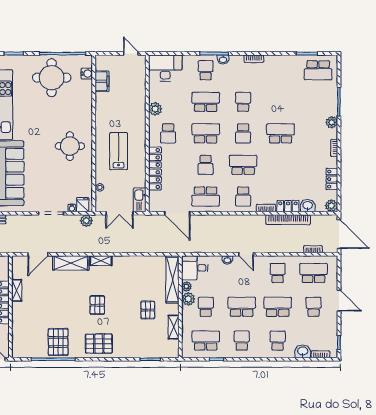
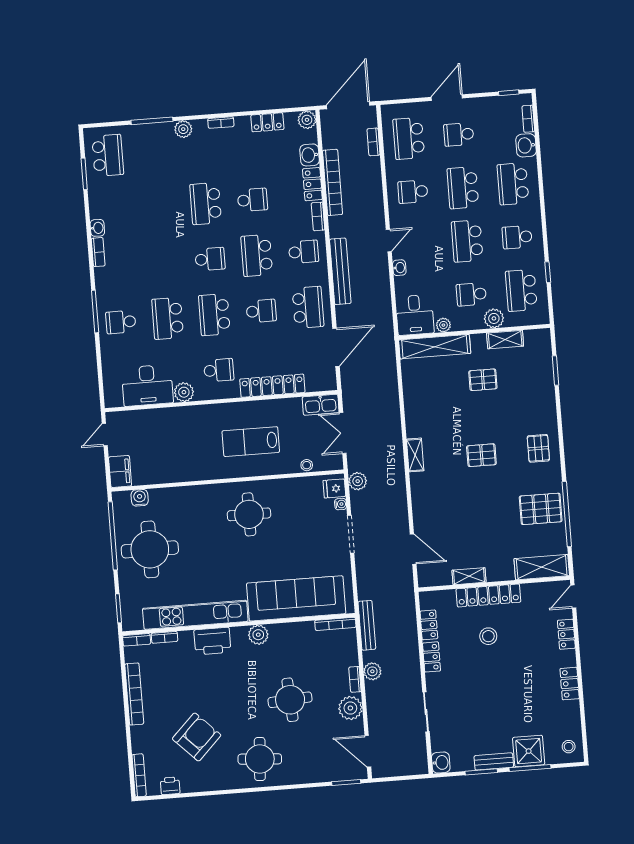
washbasin: (223, 59) -> (97, 228), moved
desk: (165, 68) -> (147, 385), moved, turned -90
filing cabinet: (102, 81) -> (120, 471), moved, turned 90
school desk: (243, 102) -> (252, 200), moved, turned 180
double door: (119, 213) -> (343, 433), swing flipped
bench: (228, 220) -> (340, 271), added
shelving: (71, 263) -> (542, 567), moved, turned 90
plant: (188, 299) -> (494, 318), moved
school desk: (278, 341) -> (513, 184), width x1.85
pallet: (99, 344) -> (538, 448), width x0.67, depth x0.71

